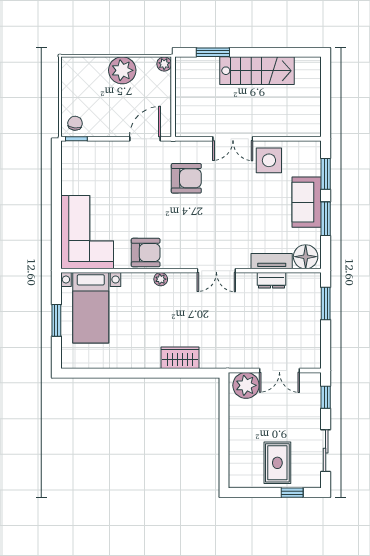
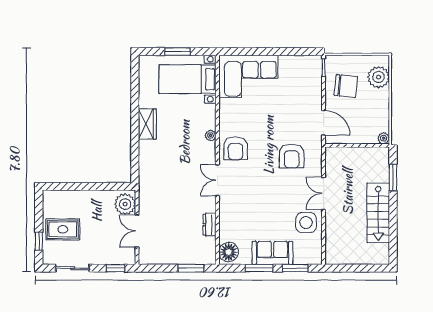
plant: (122, 70) -> (379, 77), moved
chair: (75, 123) -> (346, 86), moved, width x1.87, depth x1.87
armchair: (146, 253) -> (235, 148), moved
tv unit: (272, 261) -> (225, 225), removed
wardrobe: (180, 358) -> (147, 124), moved

